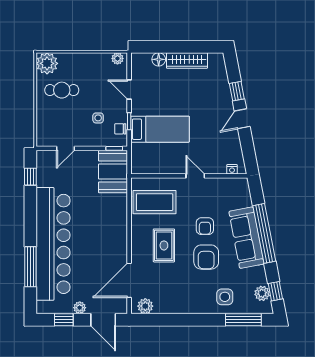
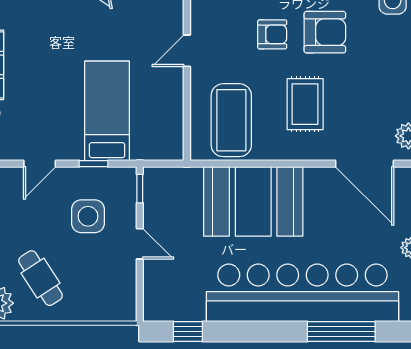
cafe table: (62, 90) -> (41, 278), turned -33
side table: (98, 118) -> (88, 216), width x1.87, depth x1.87
chair: (120, 129) -> (107, 178), removed
door: (65, 148) -> (140, 244), moved
booth: (113, 171) -> (253, 201), moved, width x1.36, depth x1.42
rug: (164, 245) -> (305, 104), turned 90

